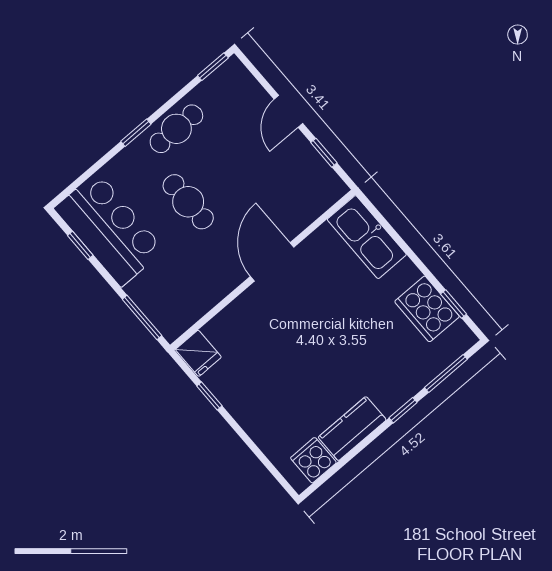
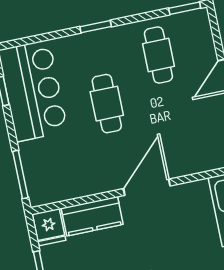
cafe table: (176, 129) -> (158, 55), moved, turned 90
kitchen counter: (235, 320) -> (92, 216), added

